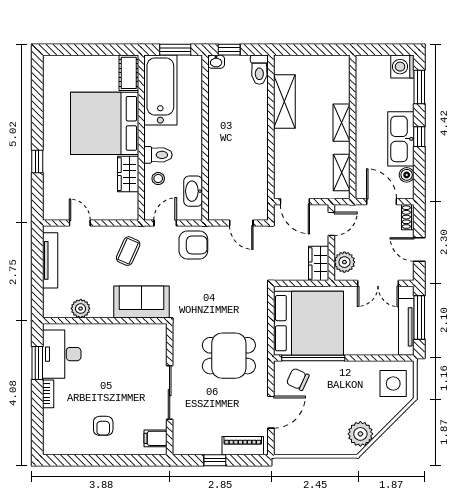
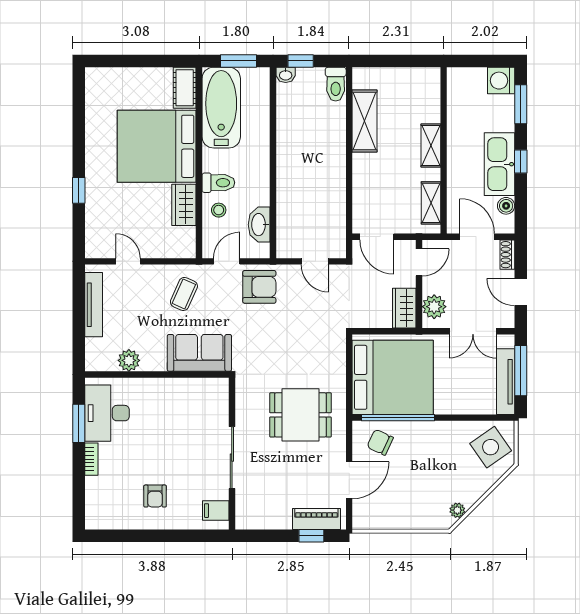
side table: (393, 383) -> (491, 447), turned -35
plant: (360, 434) -> (457, 510), width x0.53, depth x0.53
window: (215, 460) -> (311, 536), moved

